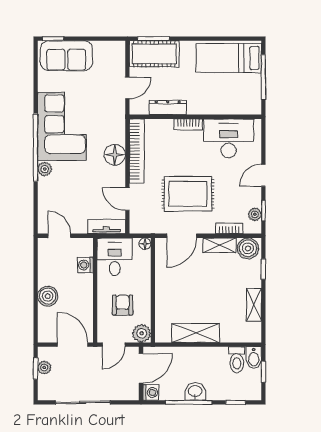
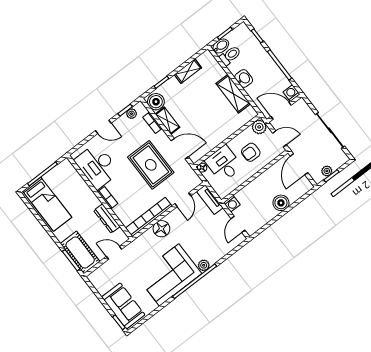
desk: (115, 257) -> (224, 164), moved, turned 90
washing machine: (85, 265) -> (232, 204), moved
washbasin: (195, 392) -> (244, 78), moved, turned 180

